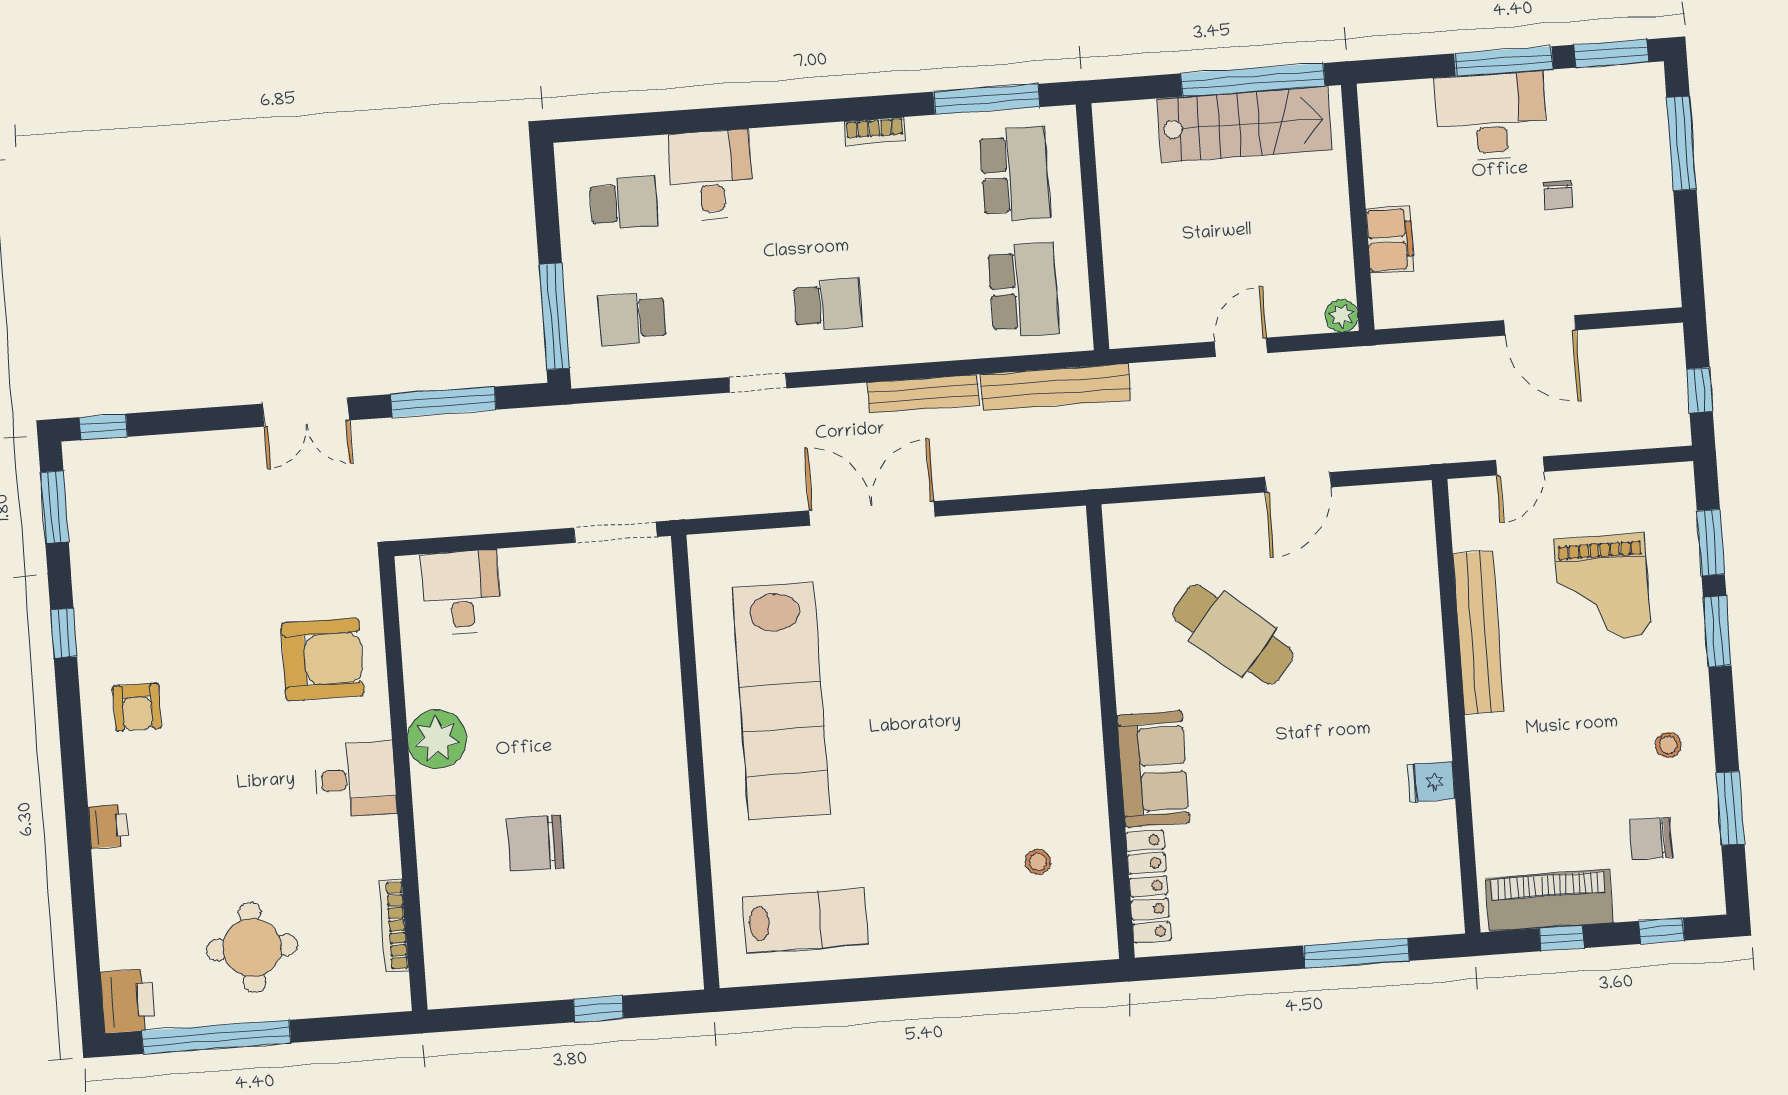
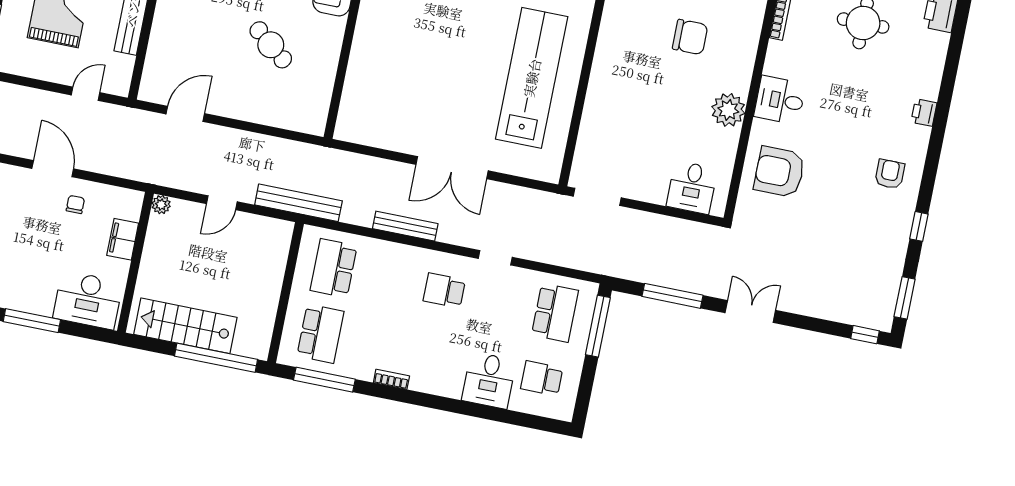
window: (1253, 80) -> (216, 358), moved
desk: (1491, 117) -> (88, 300), moved
school desk: (1015, 174) -> (320, 334), turned 180
chair: (1558, 195) -> (75, 205), moved
school desk: (632, 319) -> (555, 313), width x1.85
bench: (1056, 387) -> (298, 203), moved
door: (1298, 482) -> (185, 114), moved
cafe table: (1233, 634) -> (271, 45), width x0.73, depth x0.74

